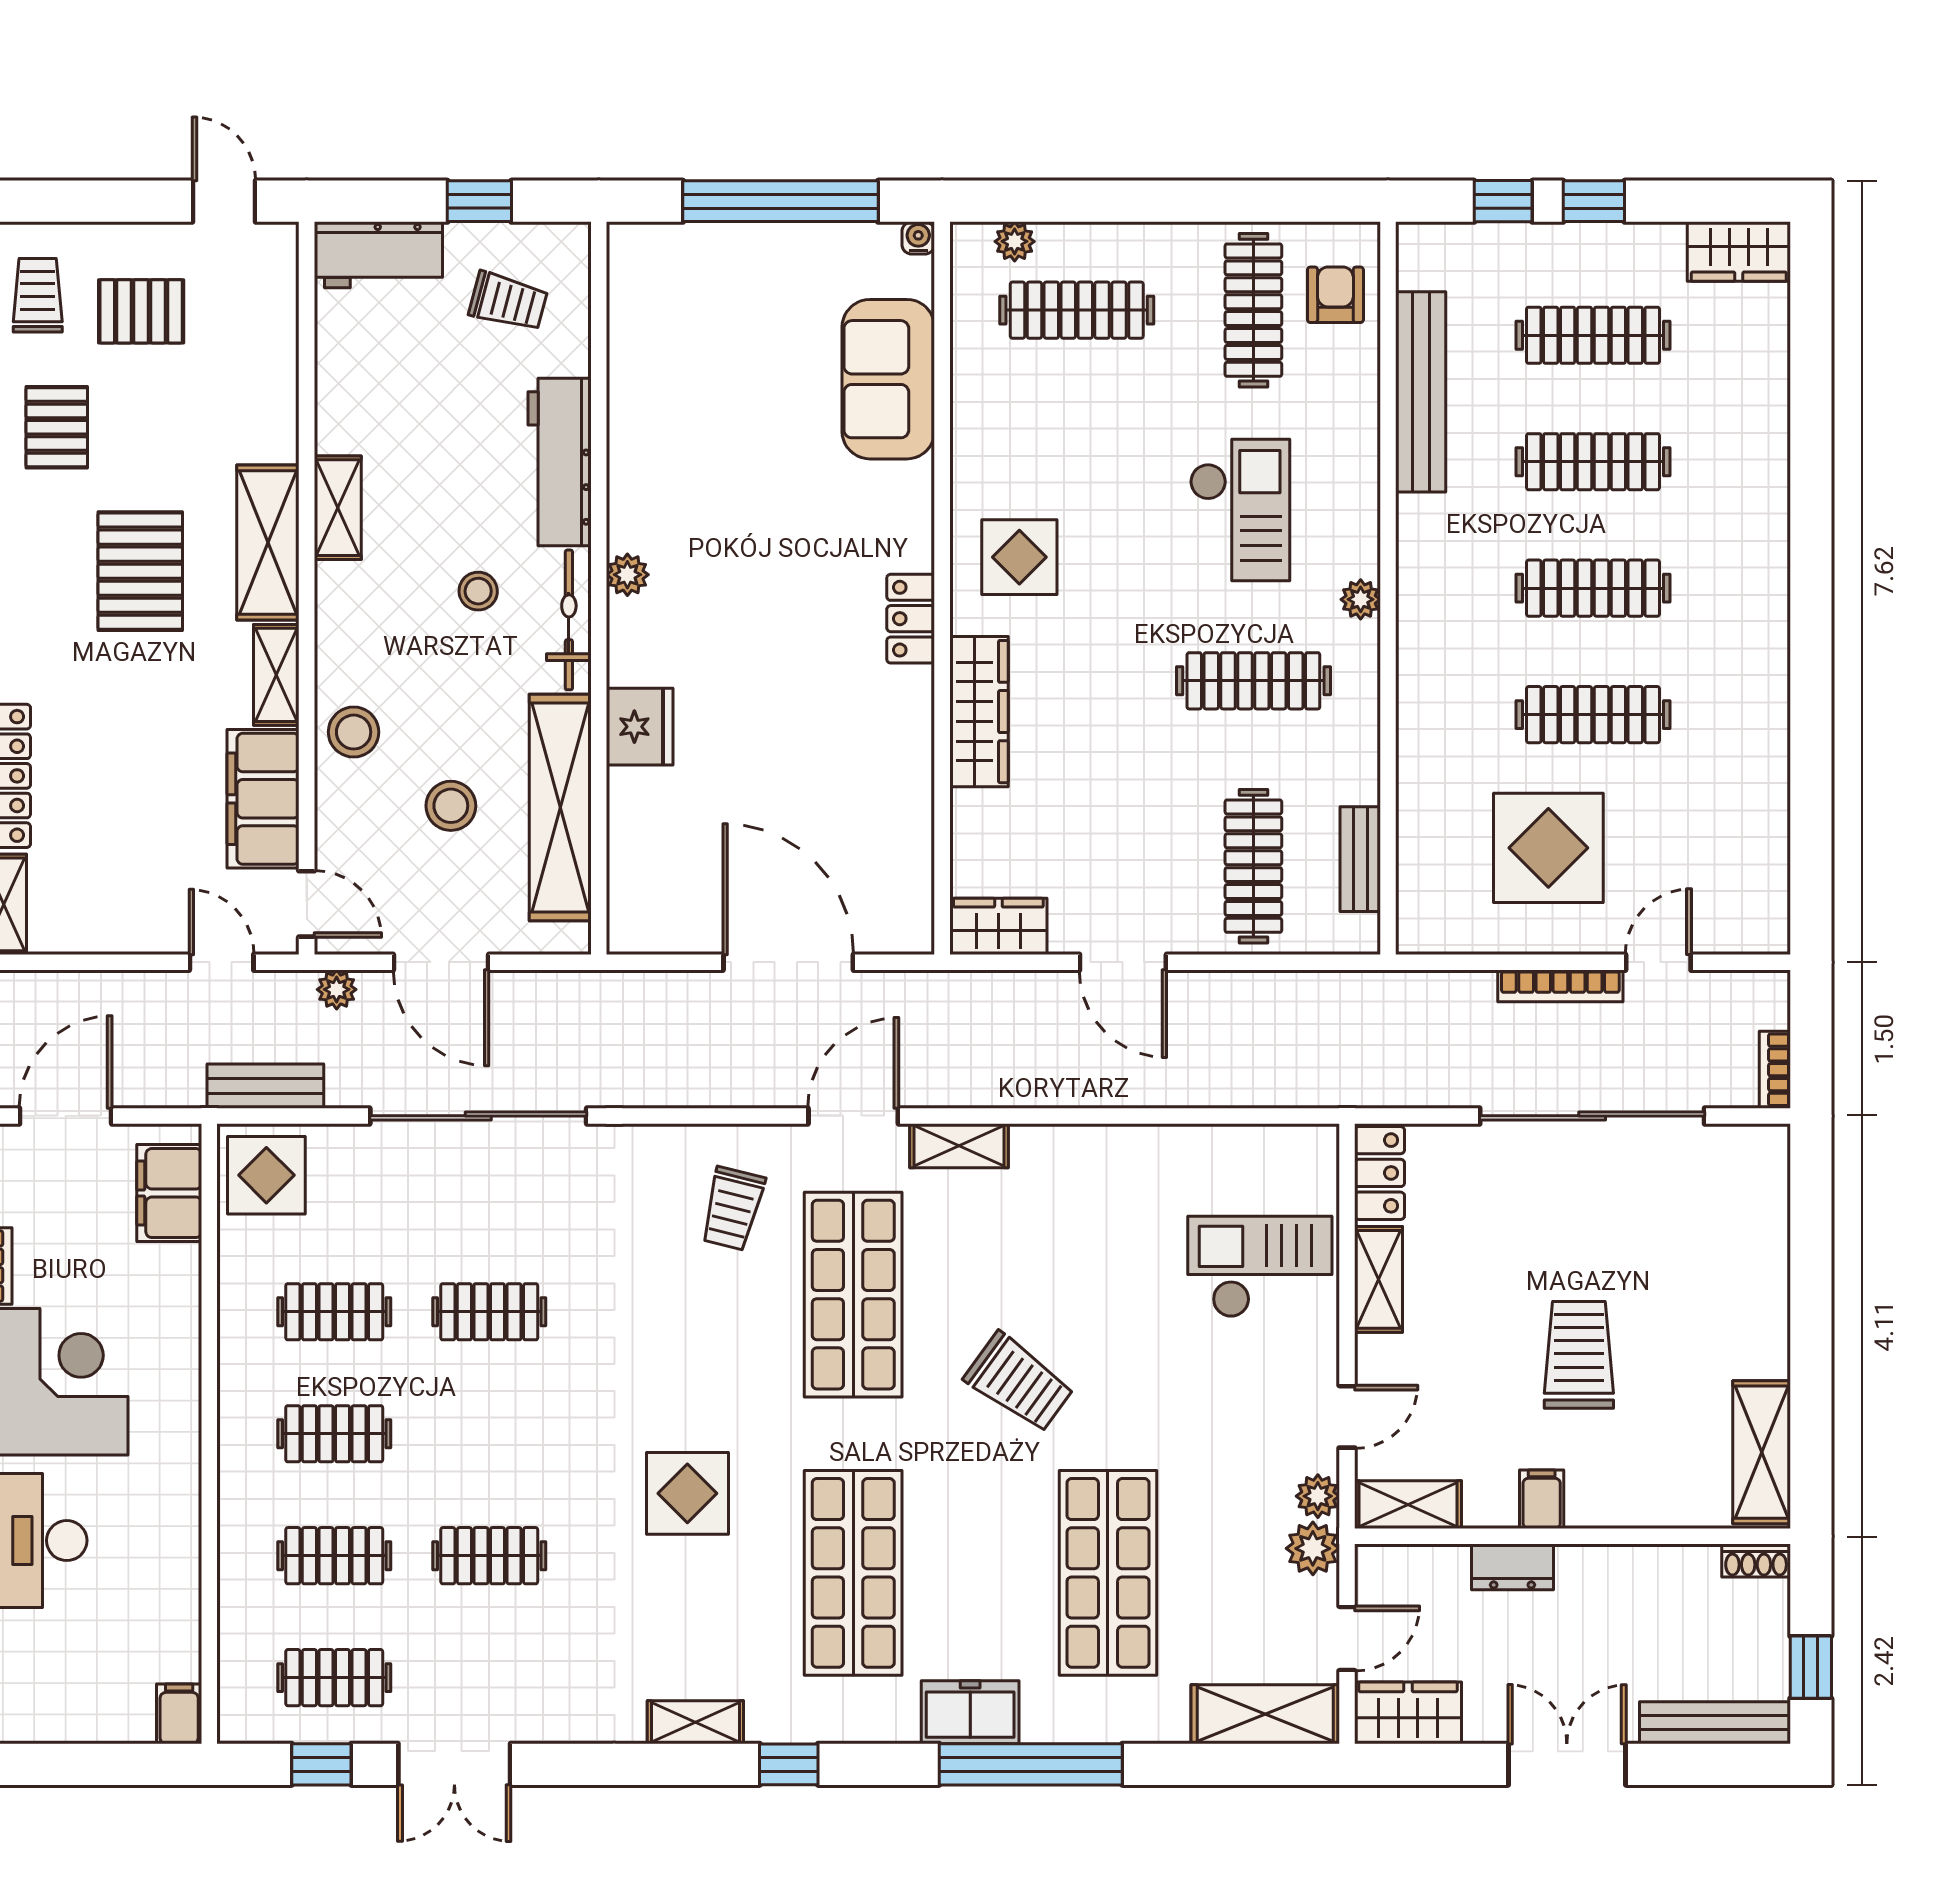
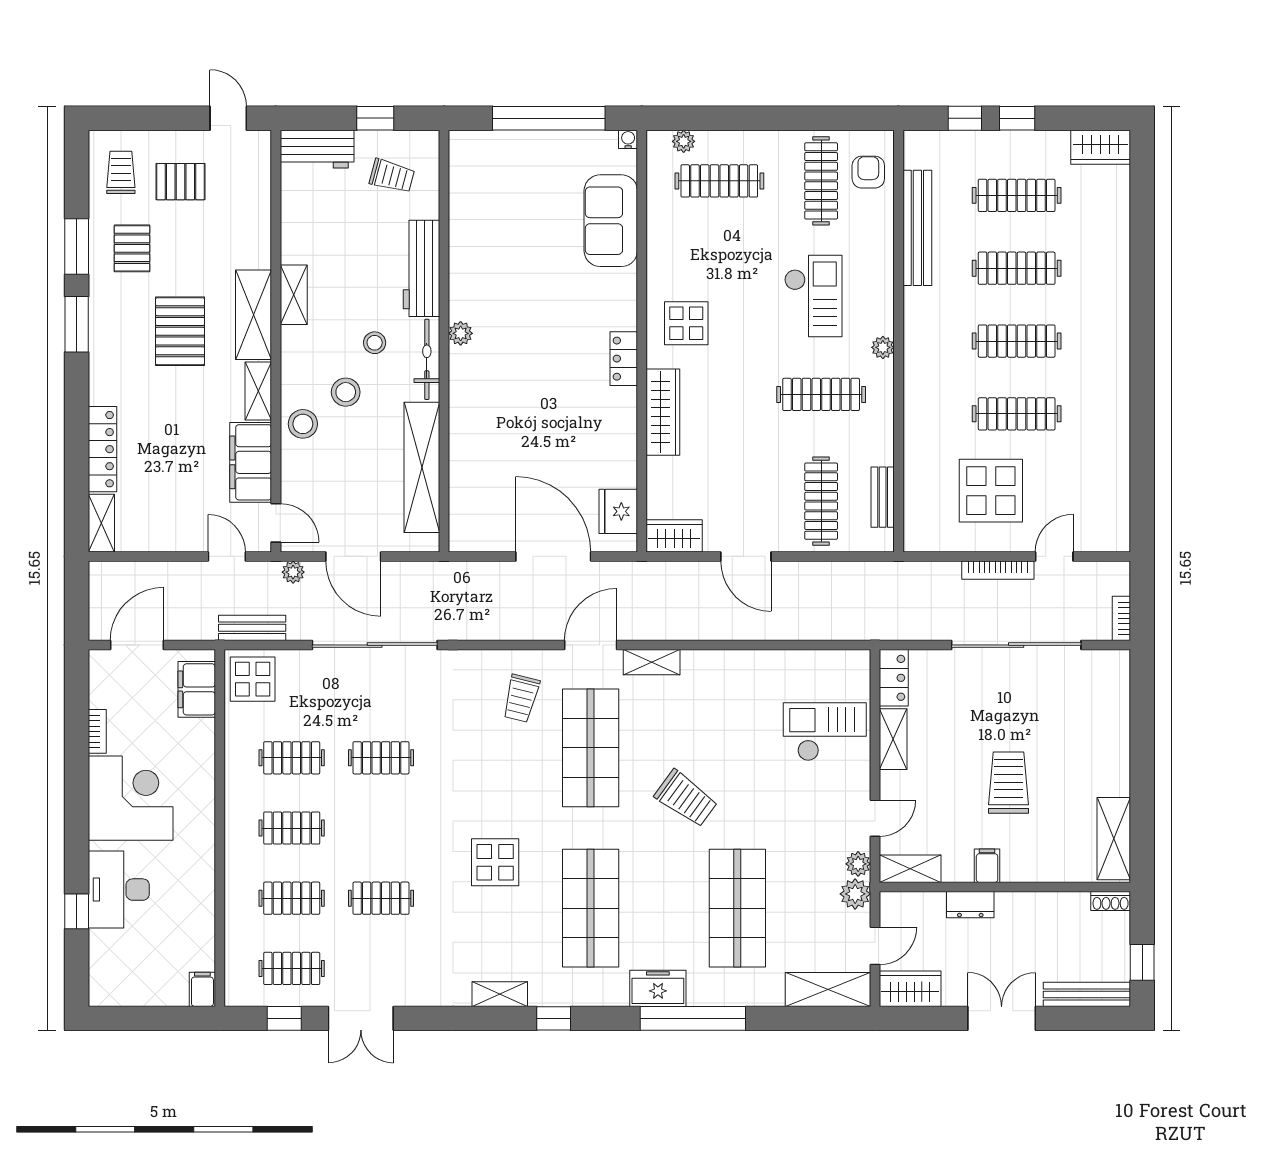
fridge: (640, 727) -> (618, 511), moved, turned 180
stool: (451, 806) -> (346, 392), moved

